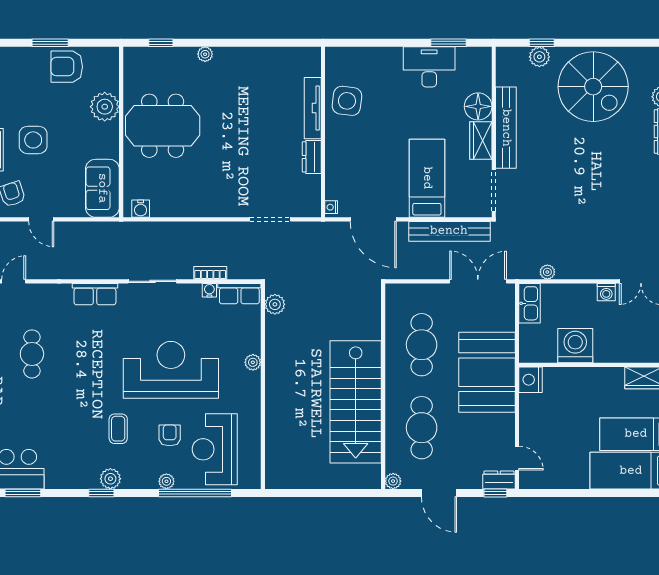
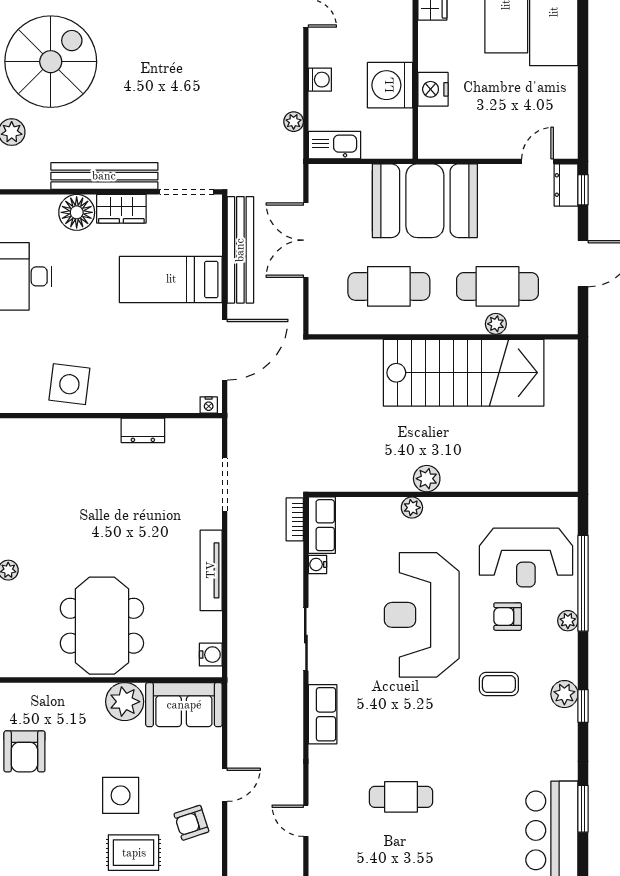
plant: (105, 107) -> (125, 702), moved
tv unit: (313, 108) -> (211, 570), moved, turned 90
bookcase: (210, 273) -> (295, 519), moved
double door: (478, 281) -> (306, 240), moved
washing machine: (606, 292) -> (320, 80), moved
plant: (275, 304) -> (427, 479), moved
nightstand: (531, 380) -> (433, 89), moved, turned 90
plant: (393, 481) -> (496, 324), moved

